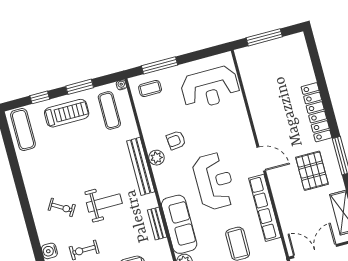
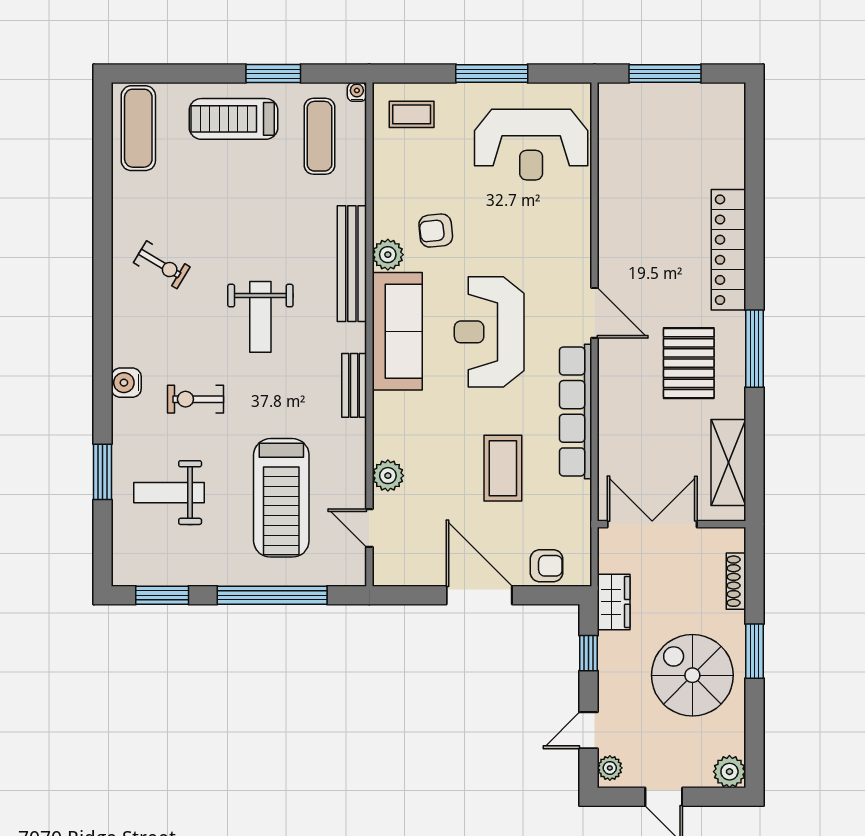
window: (159, 65) -> (492, 74), moved
window: (40, 97) -> (189, 74), removed
treadmill: (67, 113) -> (233, 119), turned 180
reception desk: (214, 181) -> (489, 332), turned 180
weight bench: (104, 203) -> (260, 317), turned 90
exercise bike: (62, 207) -> (162, 265), moved
sofa: (179, 224) -> (397, 331), moved

